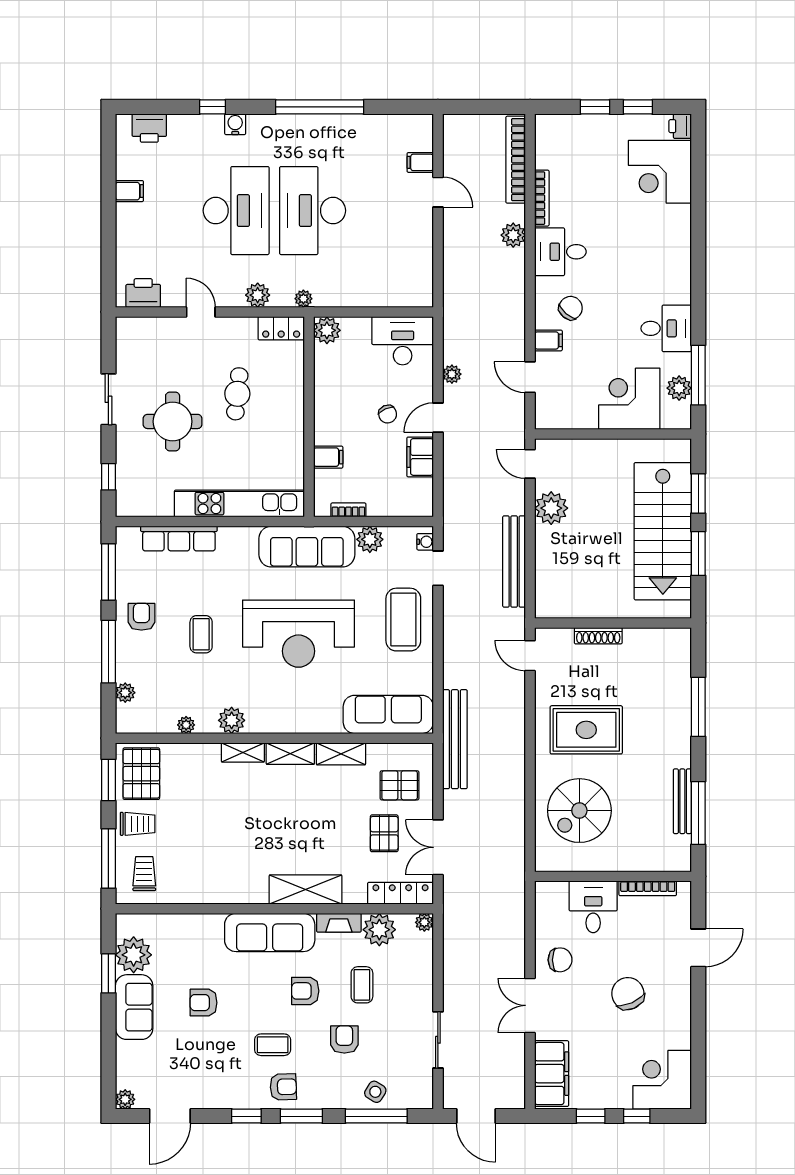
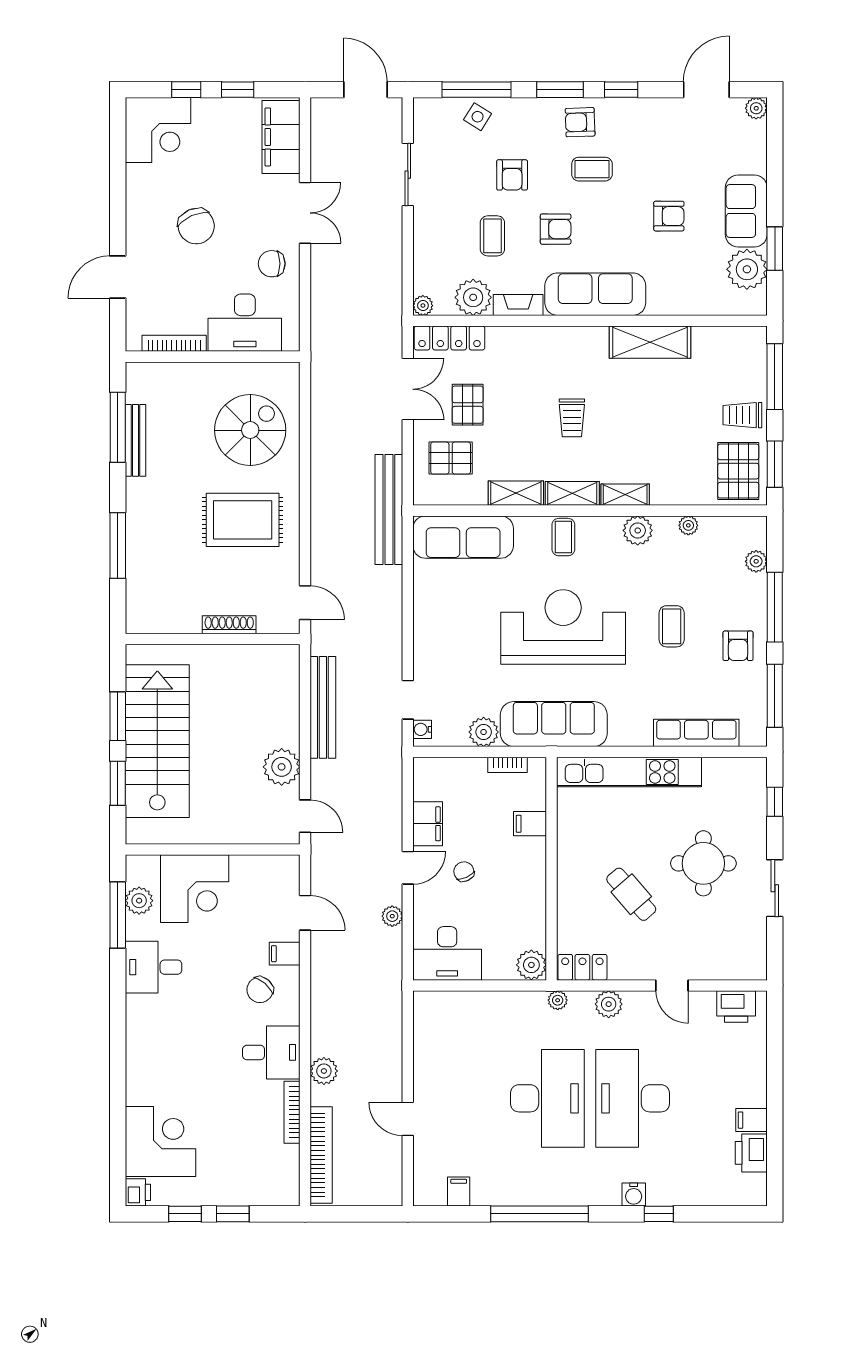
printer: (149, 128) -> (751, 1153), moved, turned -90
filing cabinet: (420, 162) -> (459, 1192), moved, turned -90
cafe table: (237, 394) -> (631, 894), turned -47
coffee table: (403, 620) -> (563, 537), moved, width x0.54, depth x0.58
trolley: (144, 874) -> (572, 418), moved
shelving: (306, 889) -> (650, 342), moved
desk: (593, 907) -> (245, 323), width x1.37

